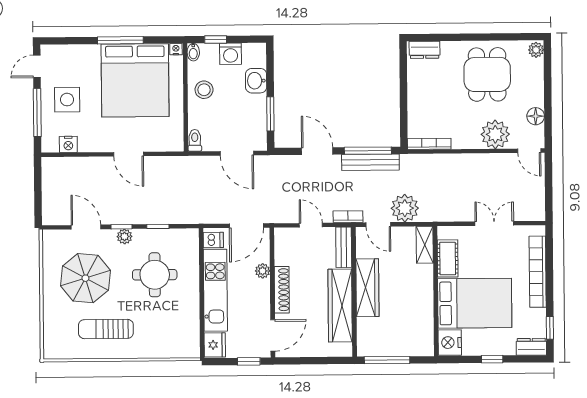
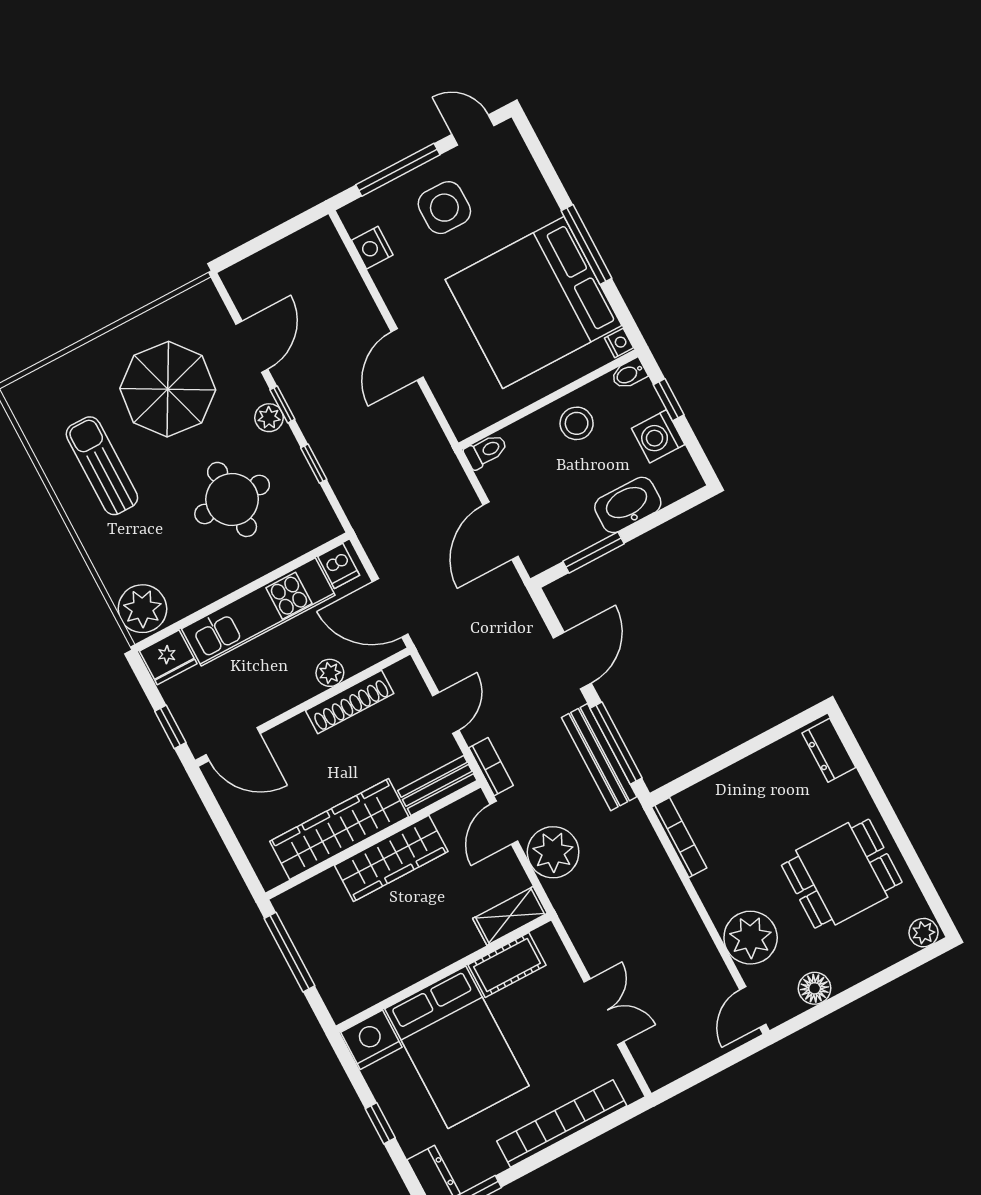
washbasin: (256, 81) -> (628, 505), width x1.38
shoe rack: (282, 290) -> (350, 702), moved
plant: (185, 345) -> (142, 609), added

